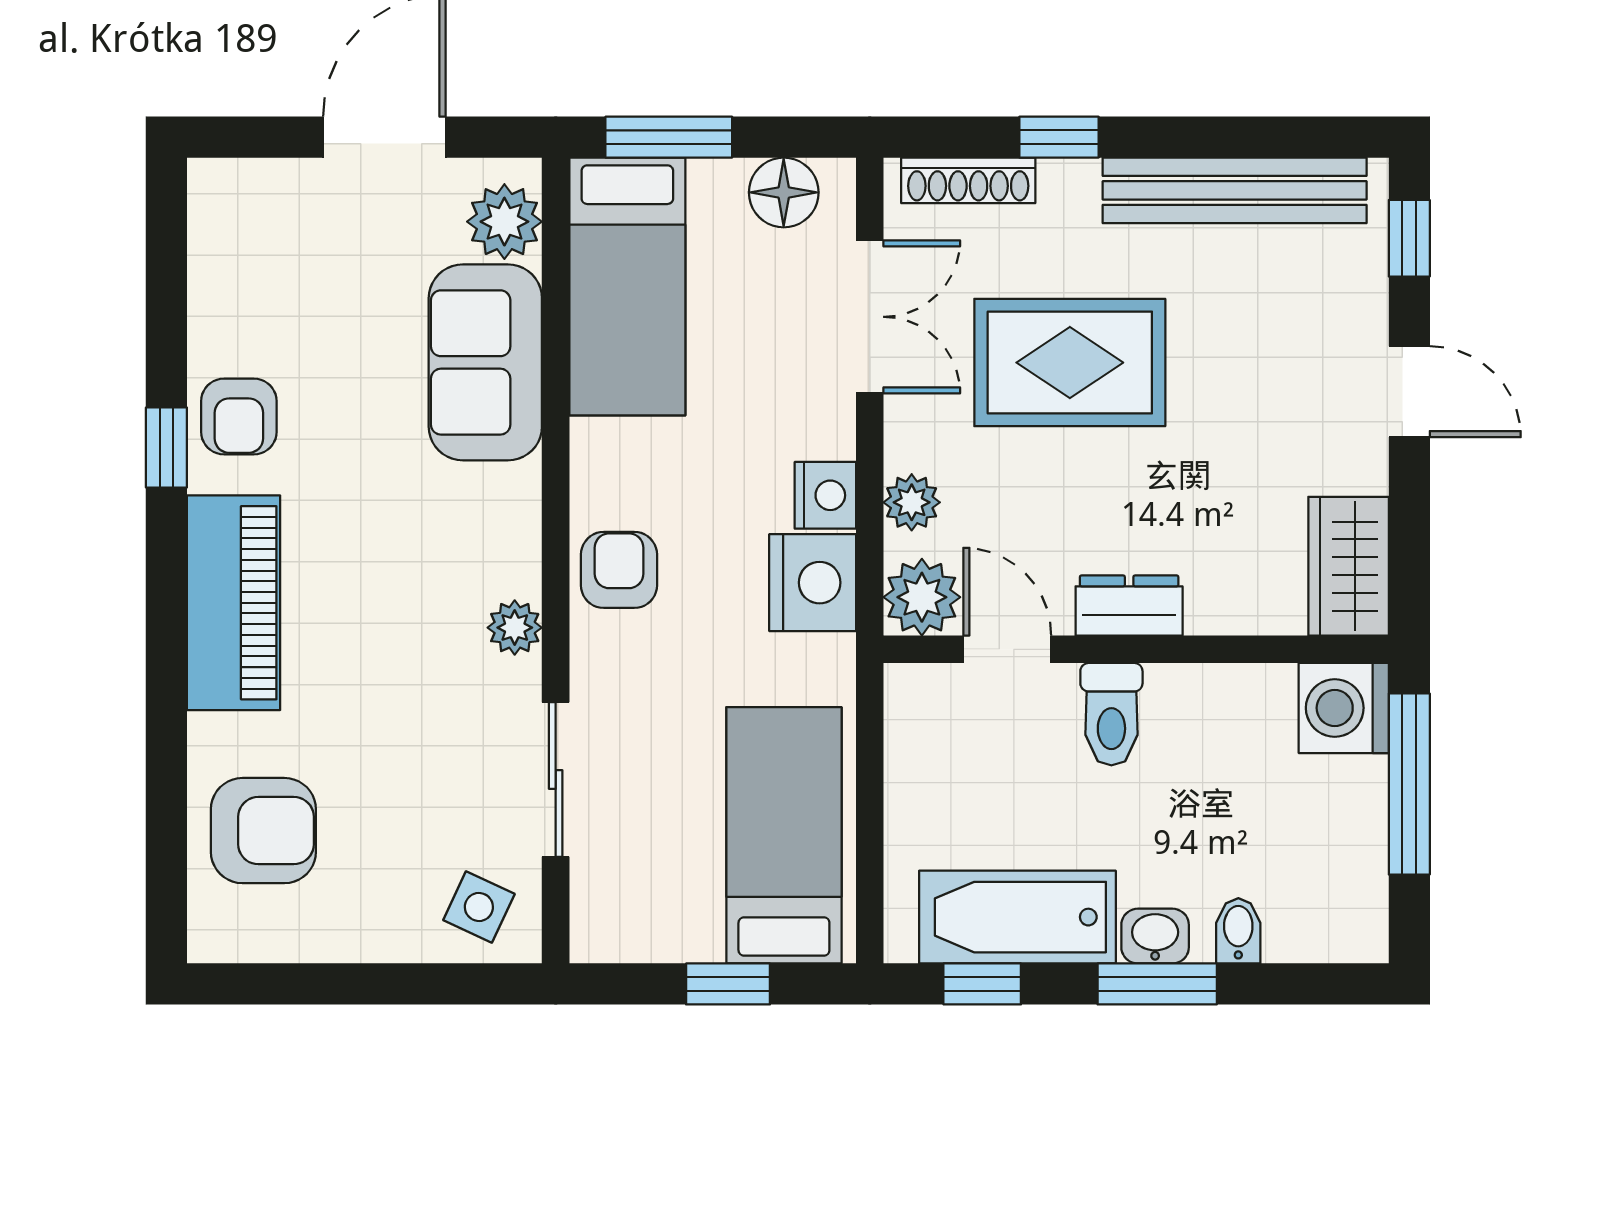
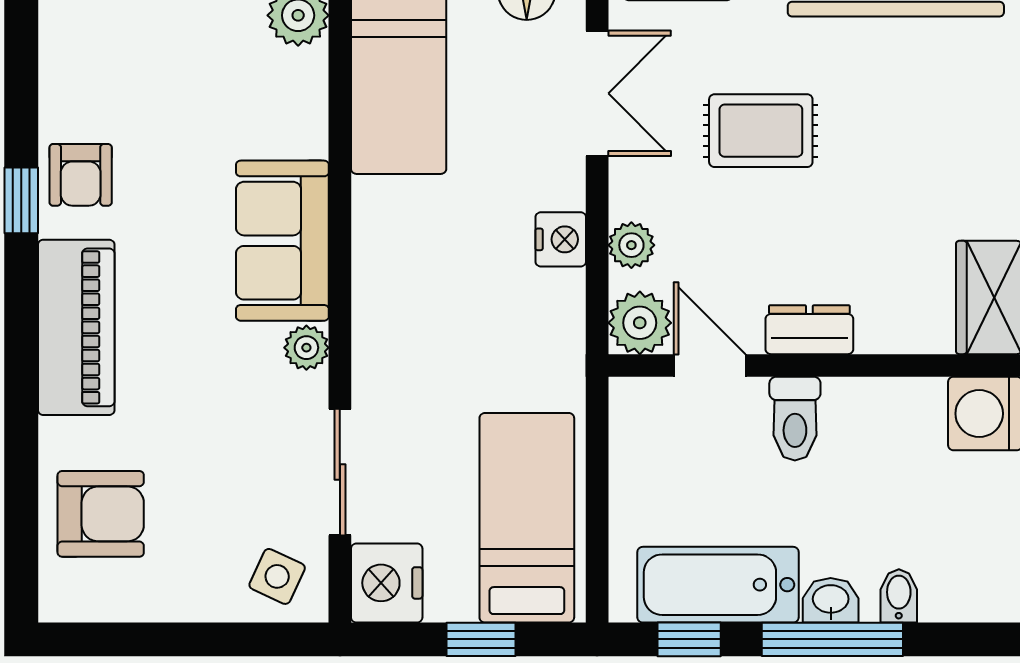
sofa: (485, 362) -> (282, 241), moved
rug: (1070, 363) -> (761, 131), width x0.73, depth x0.70
armchair: (619, 570) -> (392, 300), removed
nightstand: (813, 583) -> (387, 583), moved, turned 180
window: (1157, 984) -> (832, 639), width x1.44

